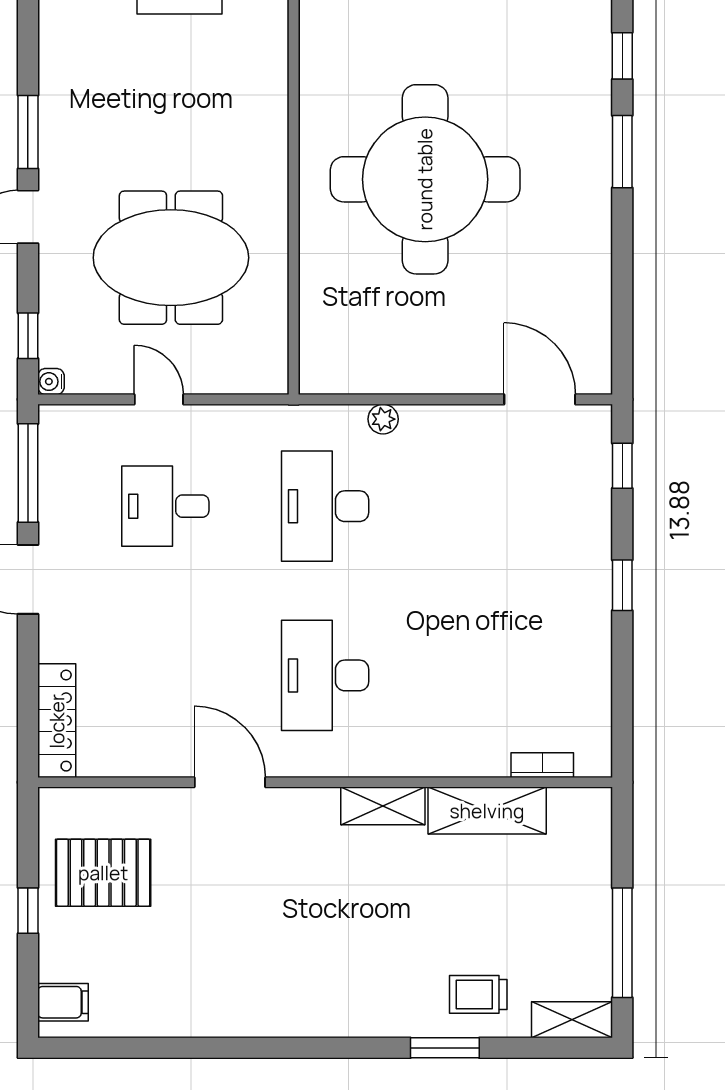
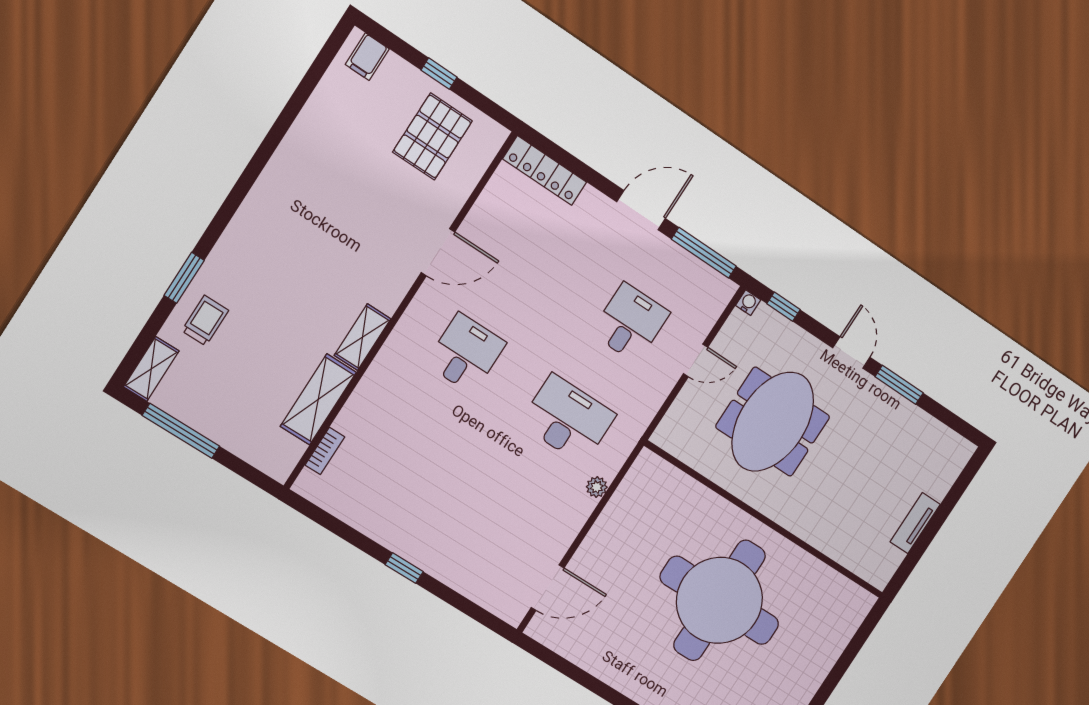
window: (622, 466) -> (476, 612), removed
desk: (325, 675) -> (466, 353), width x0.73

